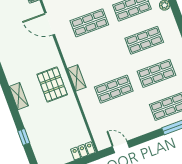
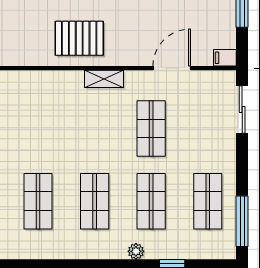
shelving: (77, 78) -> (104, 79), moved
shop shelf: (114, 89) -> (38, 128), removed

